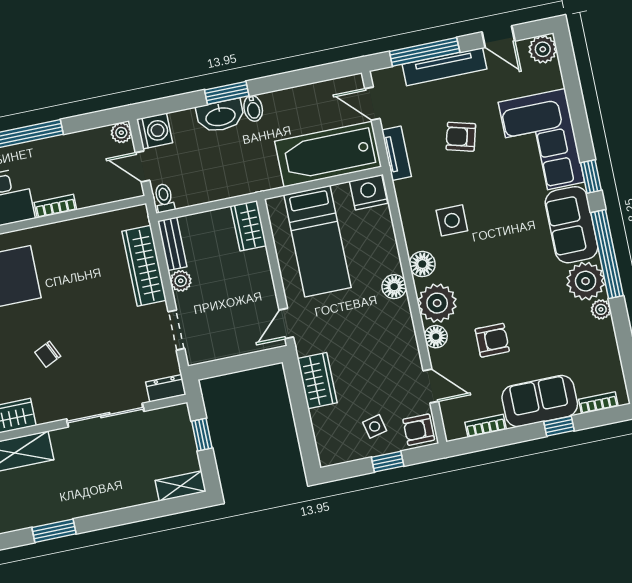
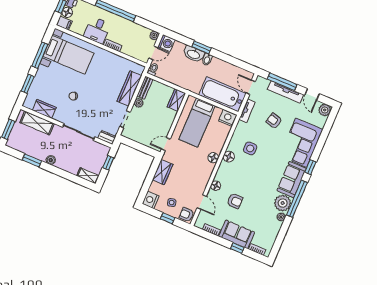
door: (143, 167) -> (153, 53), swing flipped
plant: (437, 303) -> (224, 174), removed
nightstand: (331, 449) -> (151, 200), added
boiler: (89, 505) -> (51, 160), added

